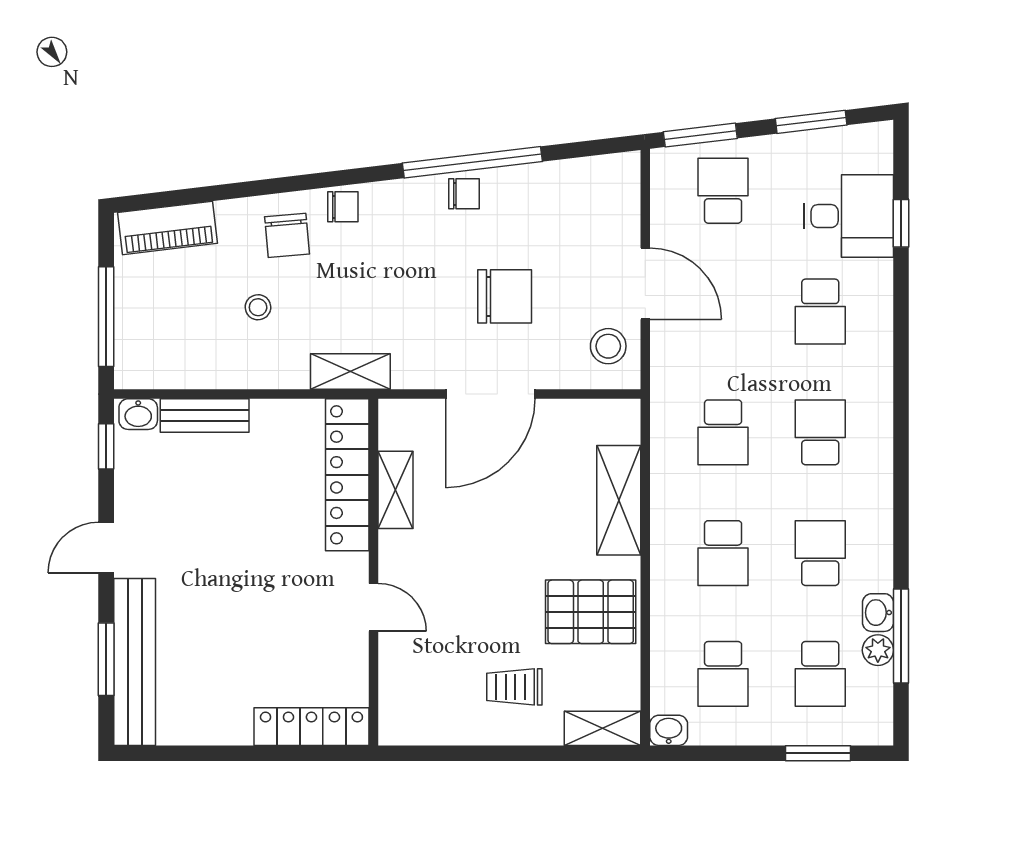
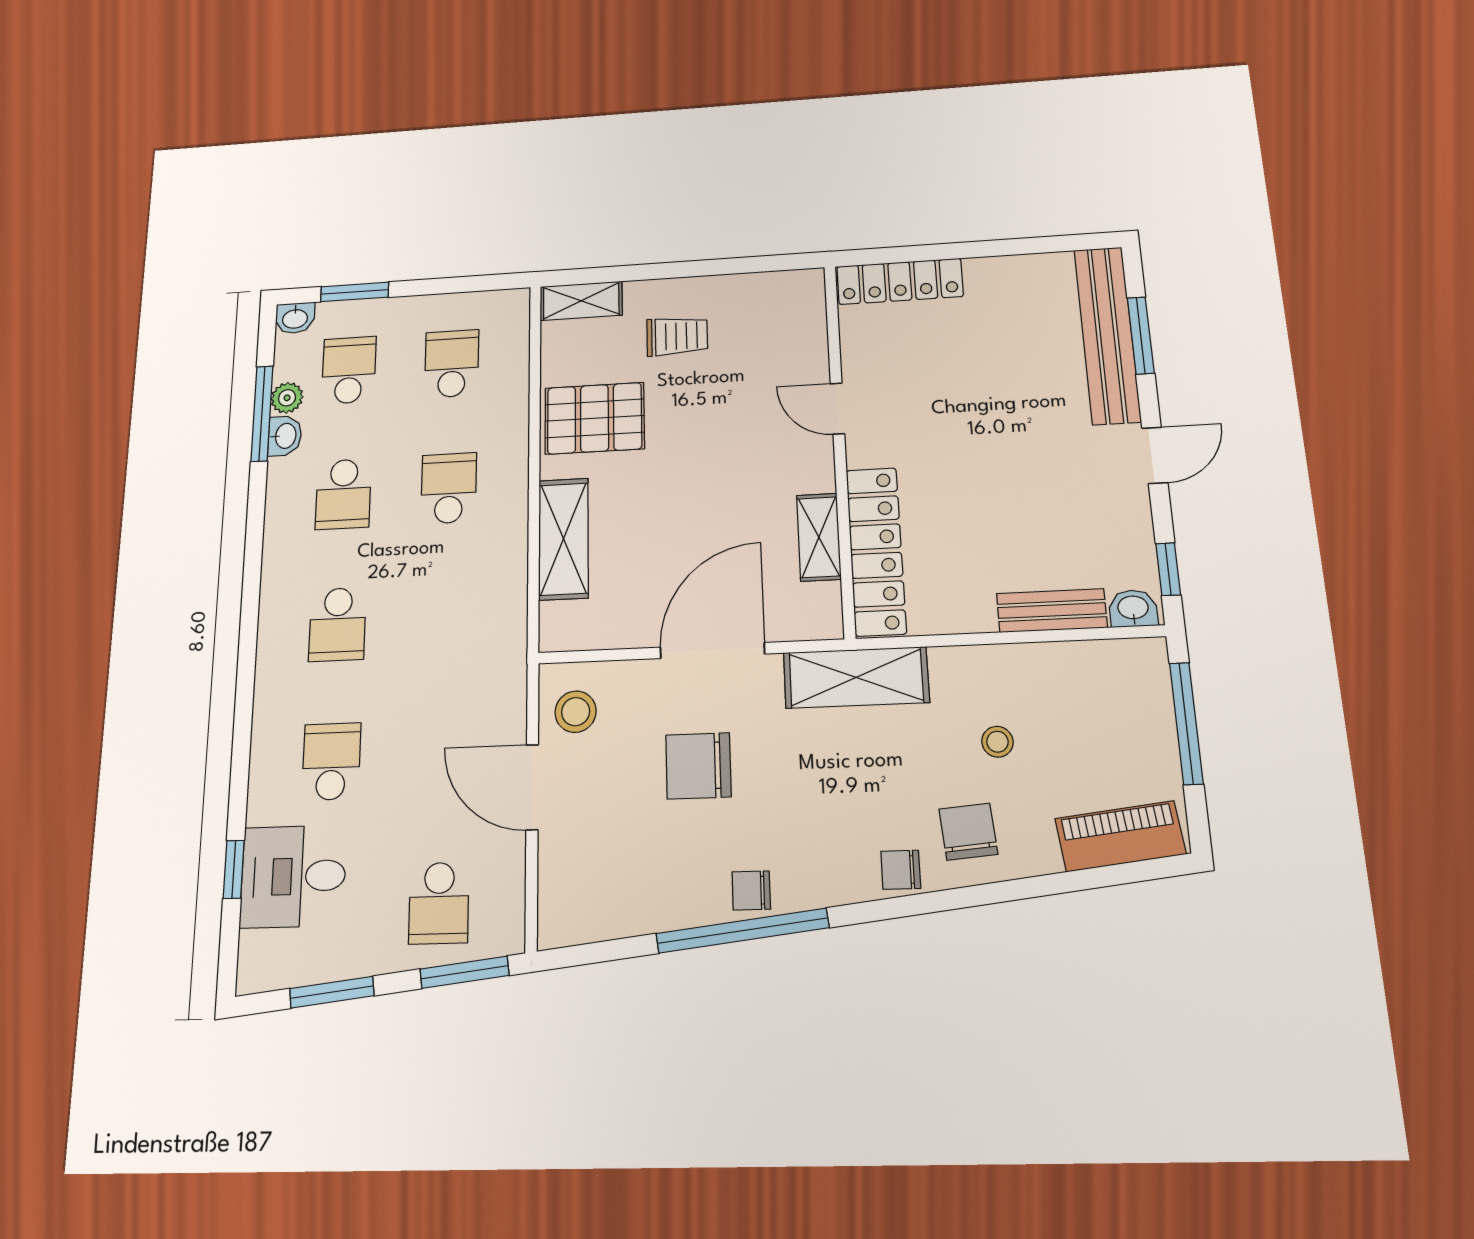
shelving: (350, 372) -> (856, 677), width x1.50, depth x1.33
school desk: (723, 432) -> (446, 619), removed
washbasin: (669, 730) -> (295, 318), moved

